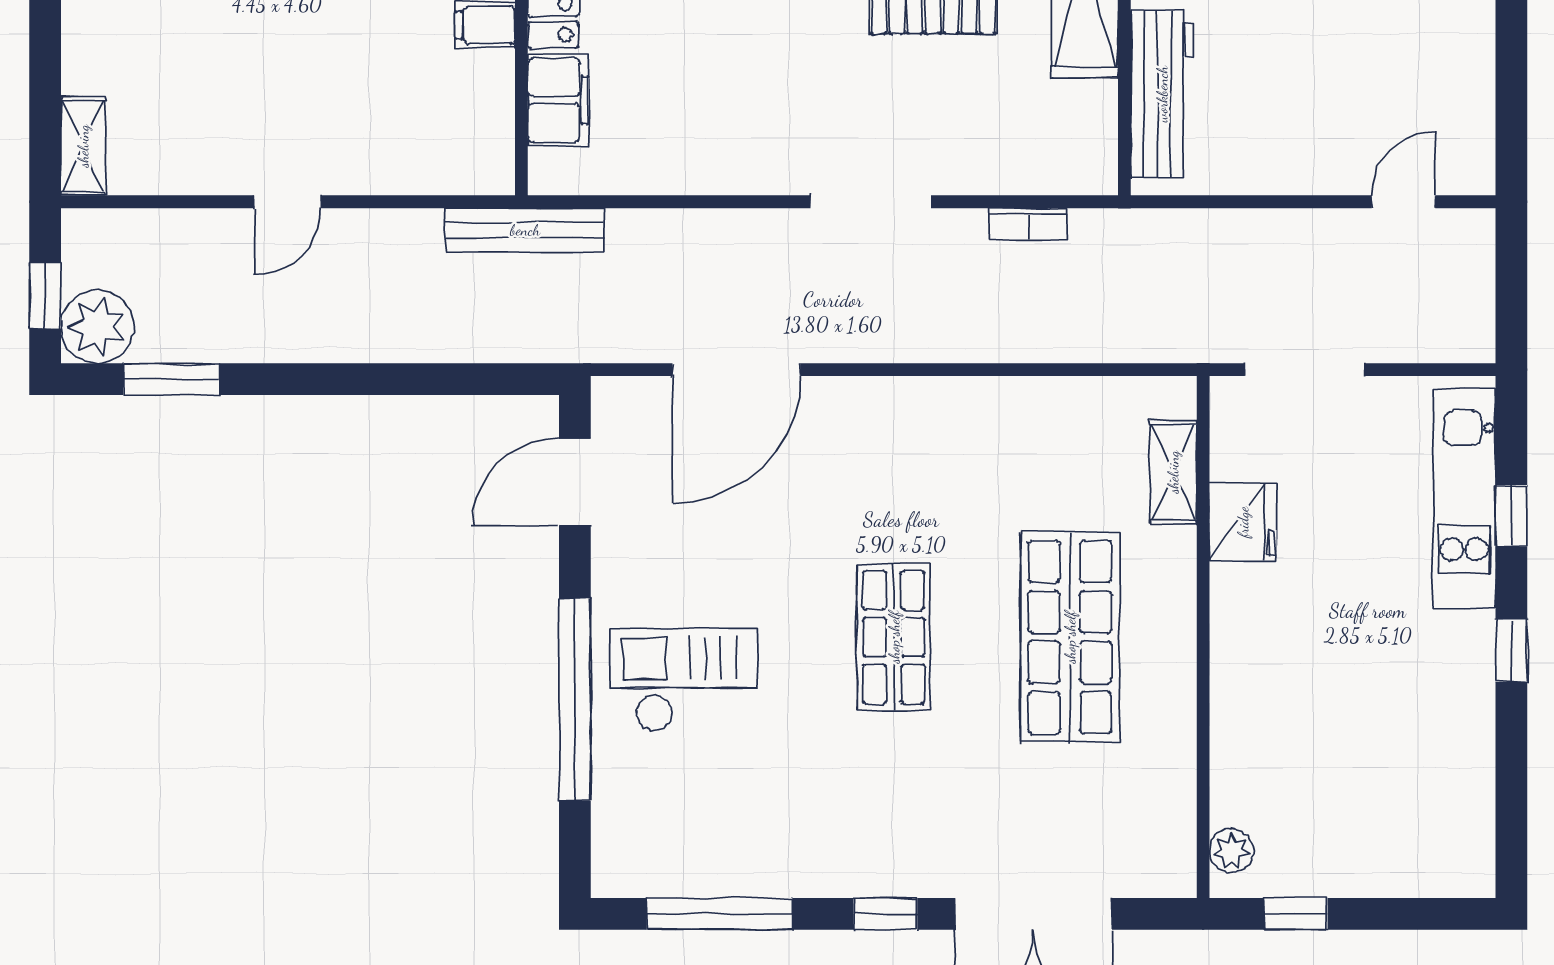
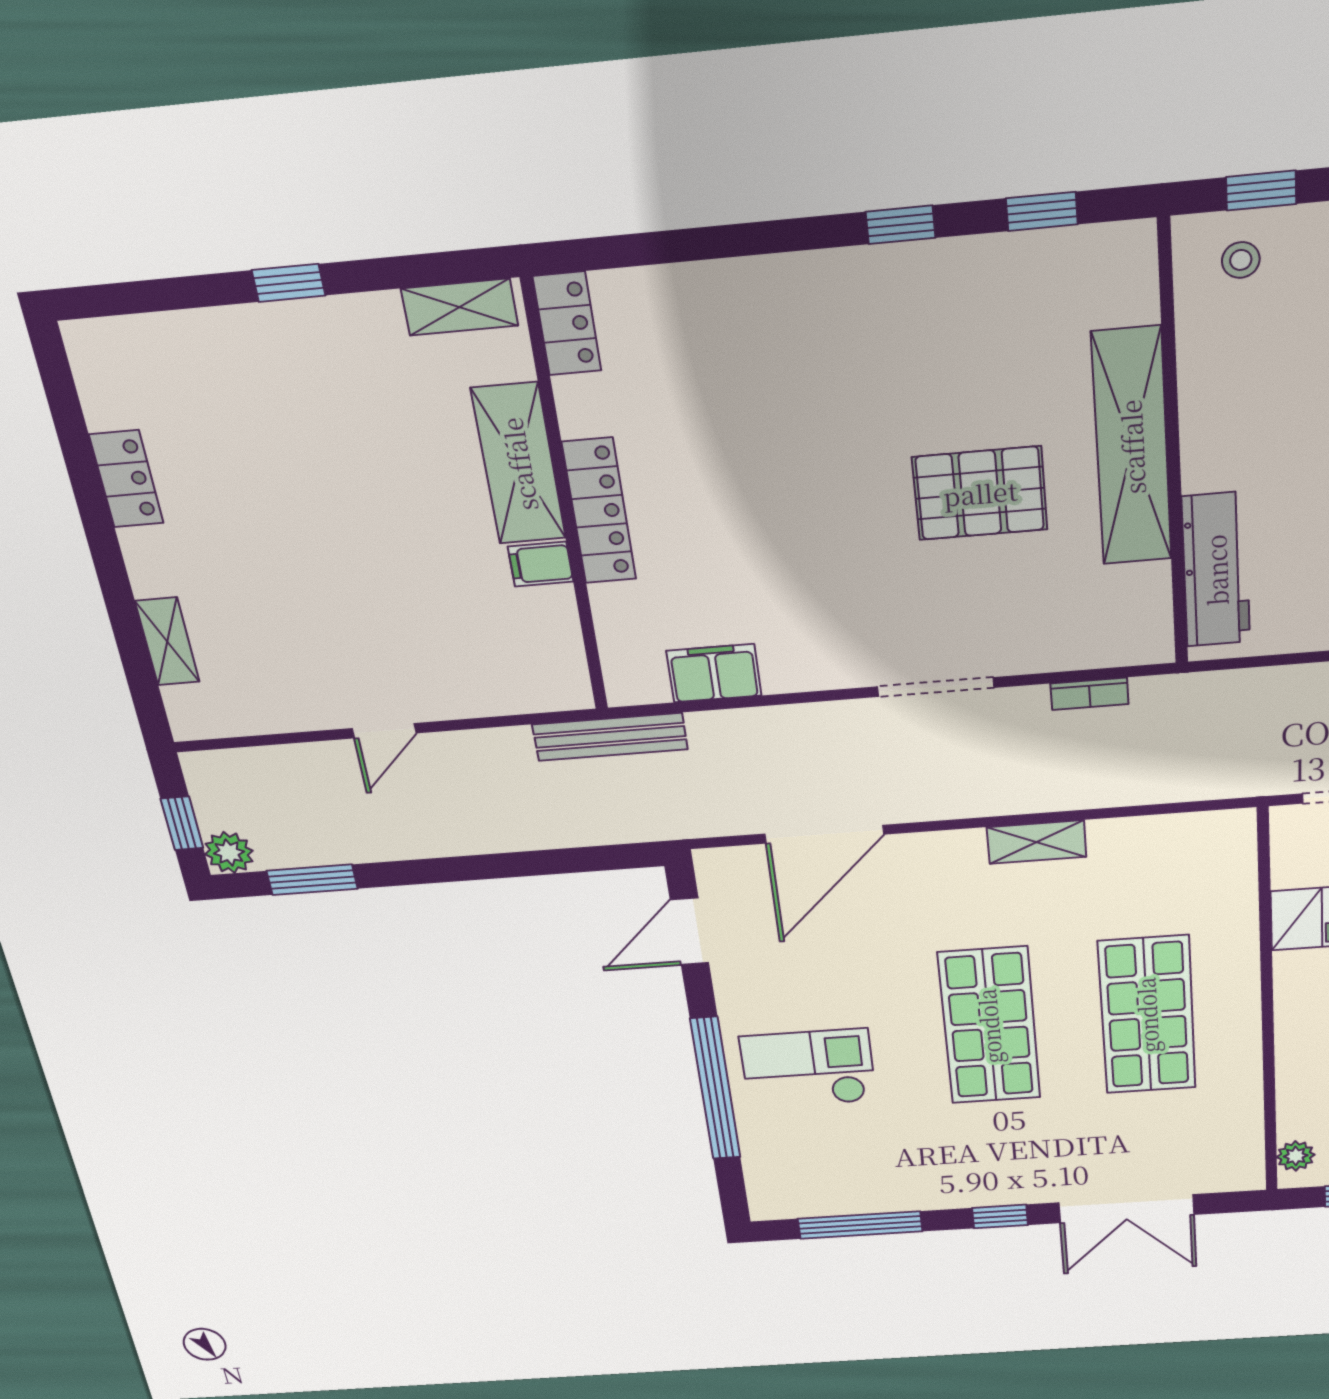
filing cabinet: (558, 100) -> (714, 673), moved, turned -90
shelving: (83, 146) -> (167, 641), moved
plant: (98, 327) -> (229, 852), width x0.73, depth x0.73
shelving: (1173, 472) -> (1036, 842), moved, turned 90
shop shelf: (894, 637) -> (989, 1026), width x1.43, depth x1.36

